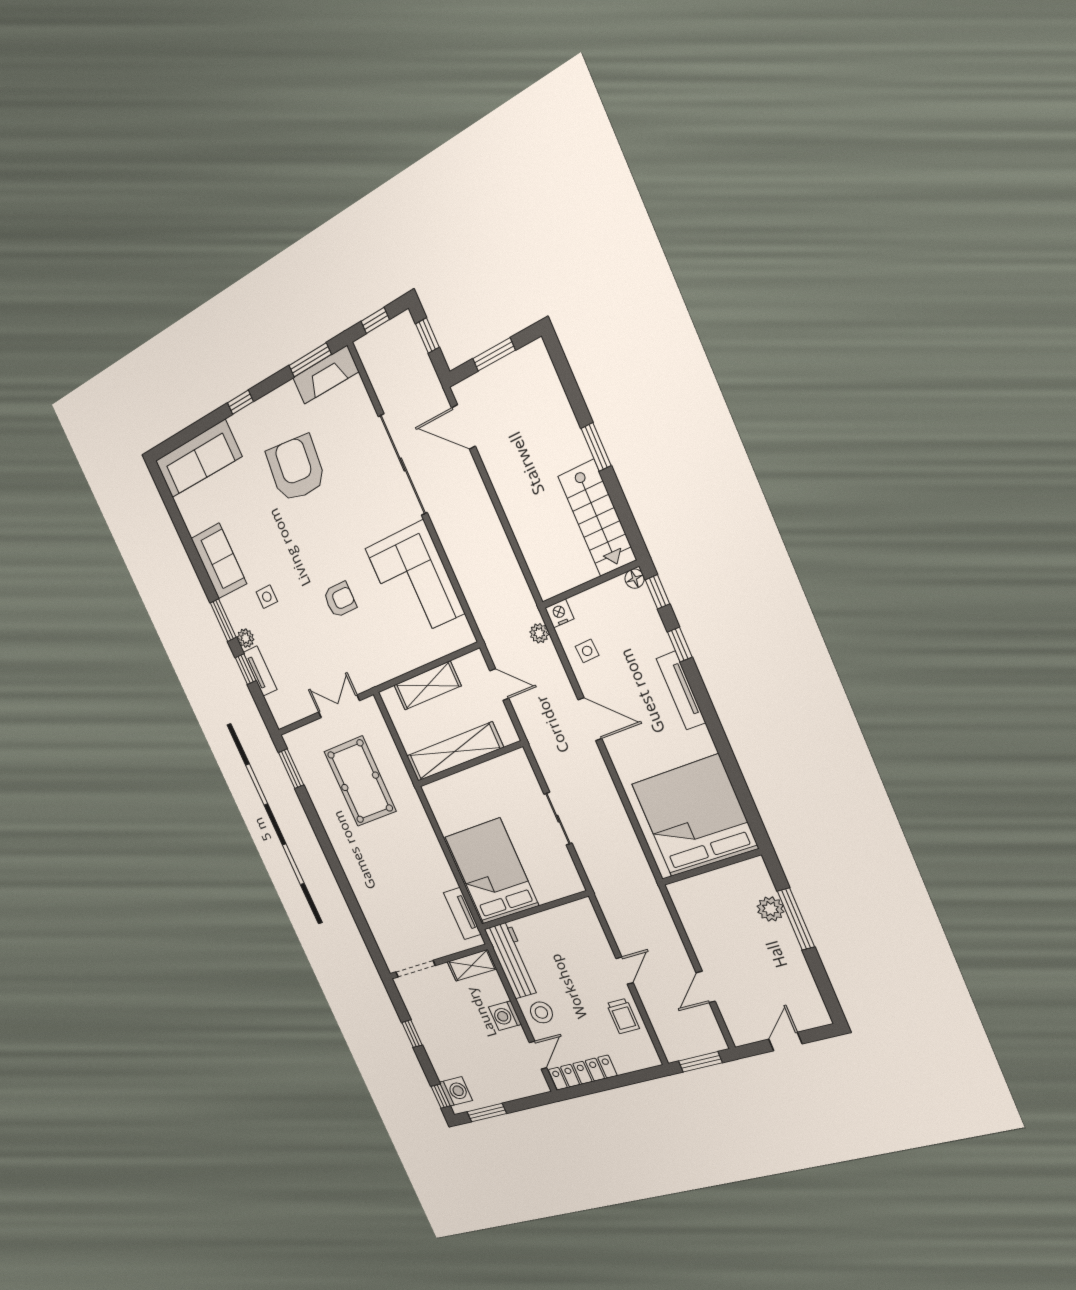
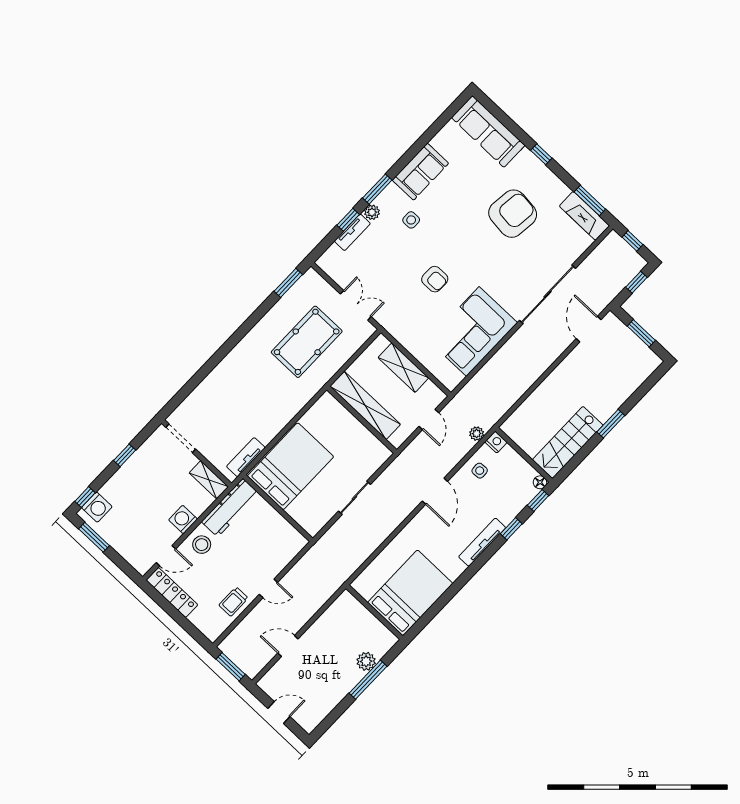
bed: (695, 816) -> (410, 593), width x0.73

